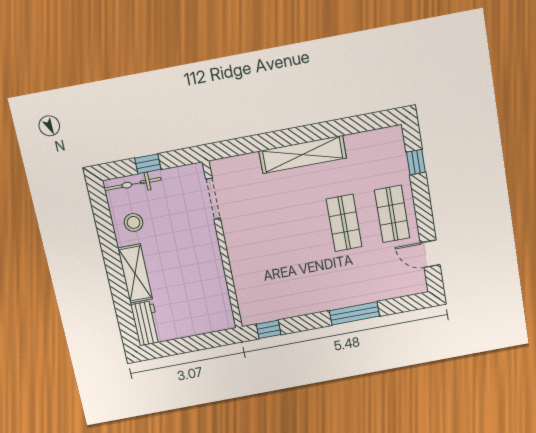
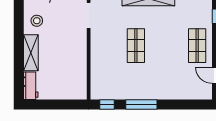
shop shelf: (344, 223) -> (136, 46), moved
window: (354, 313) -> (141, 105), moved

